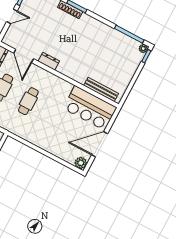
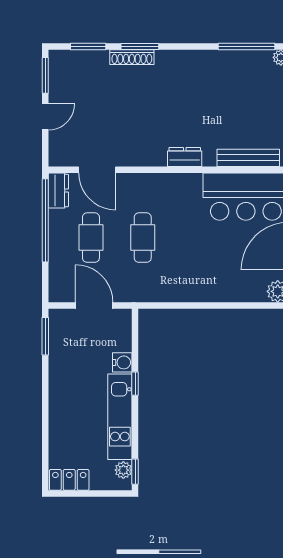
dresser: (49, 61) -> (185, 157), moved

